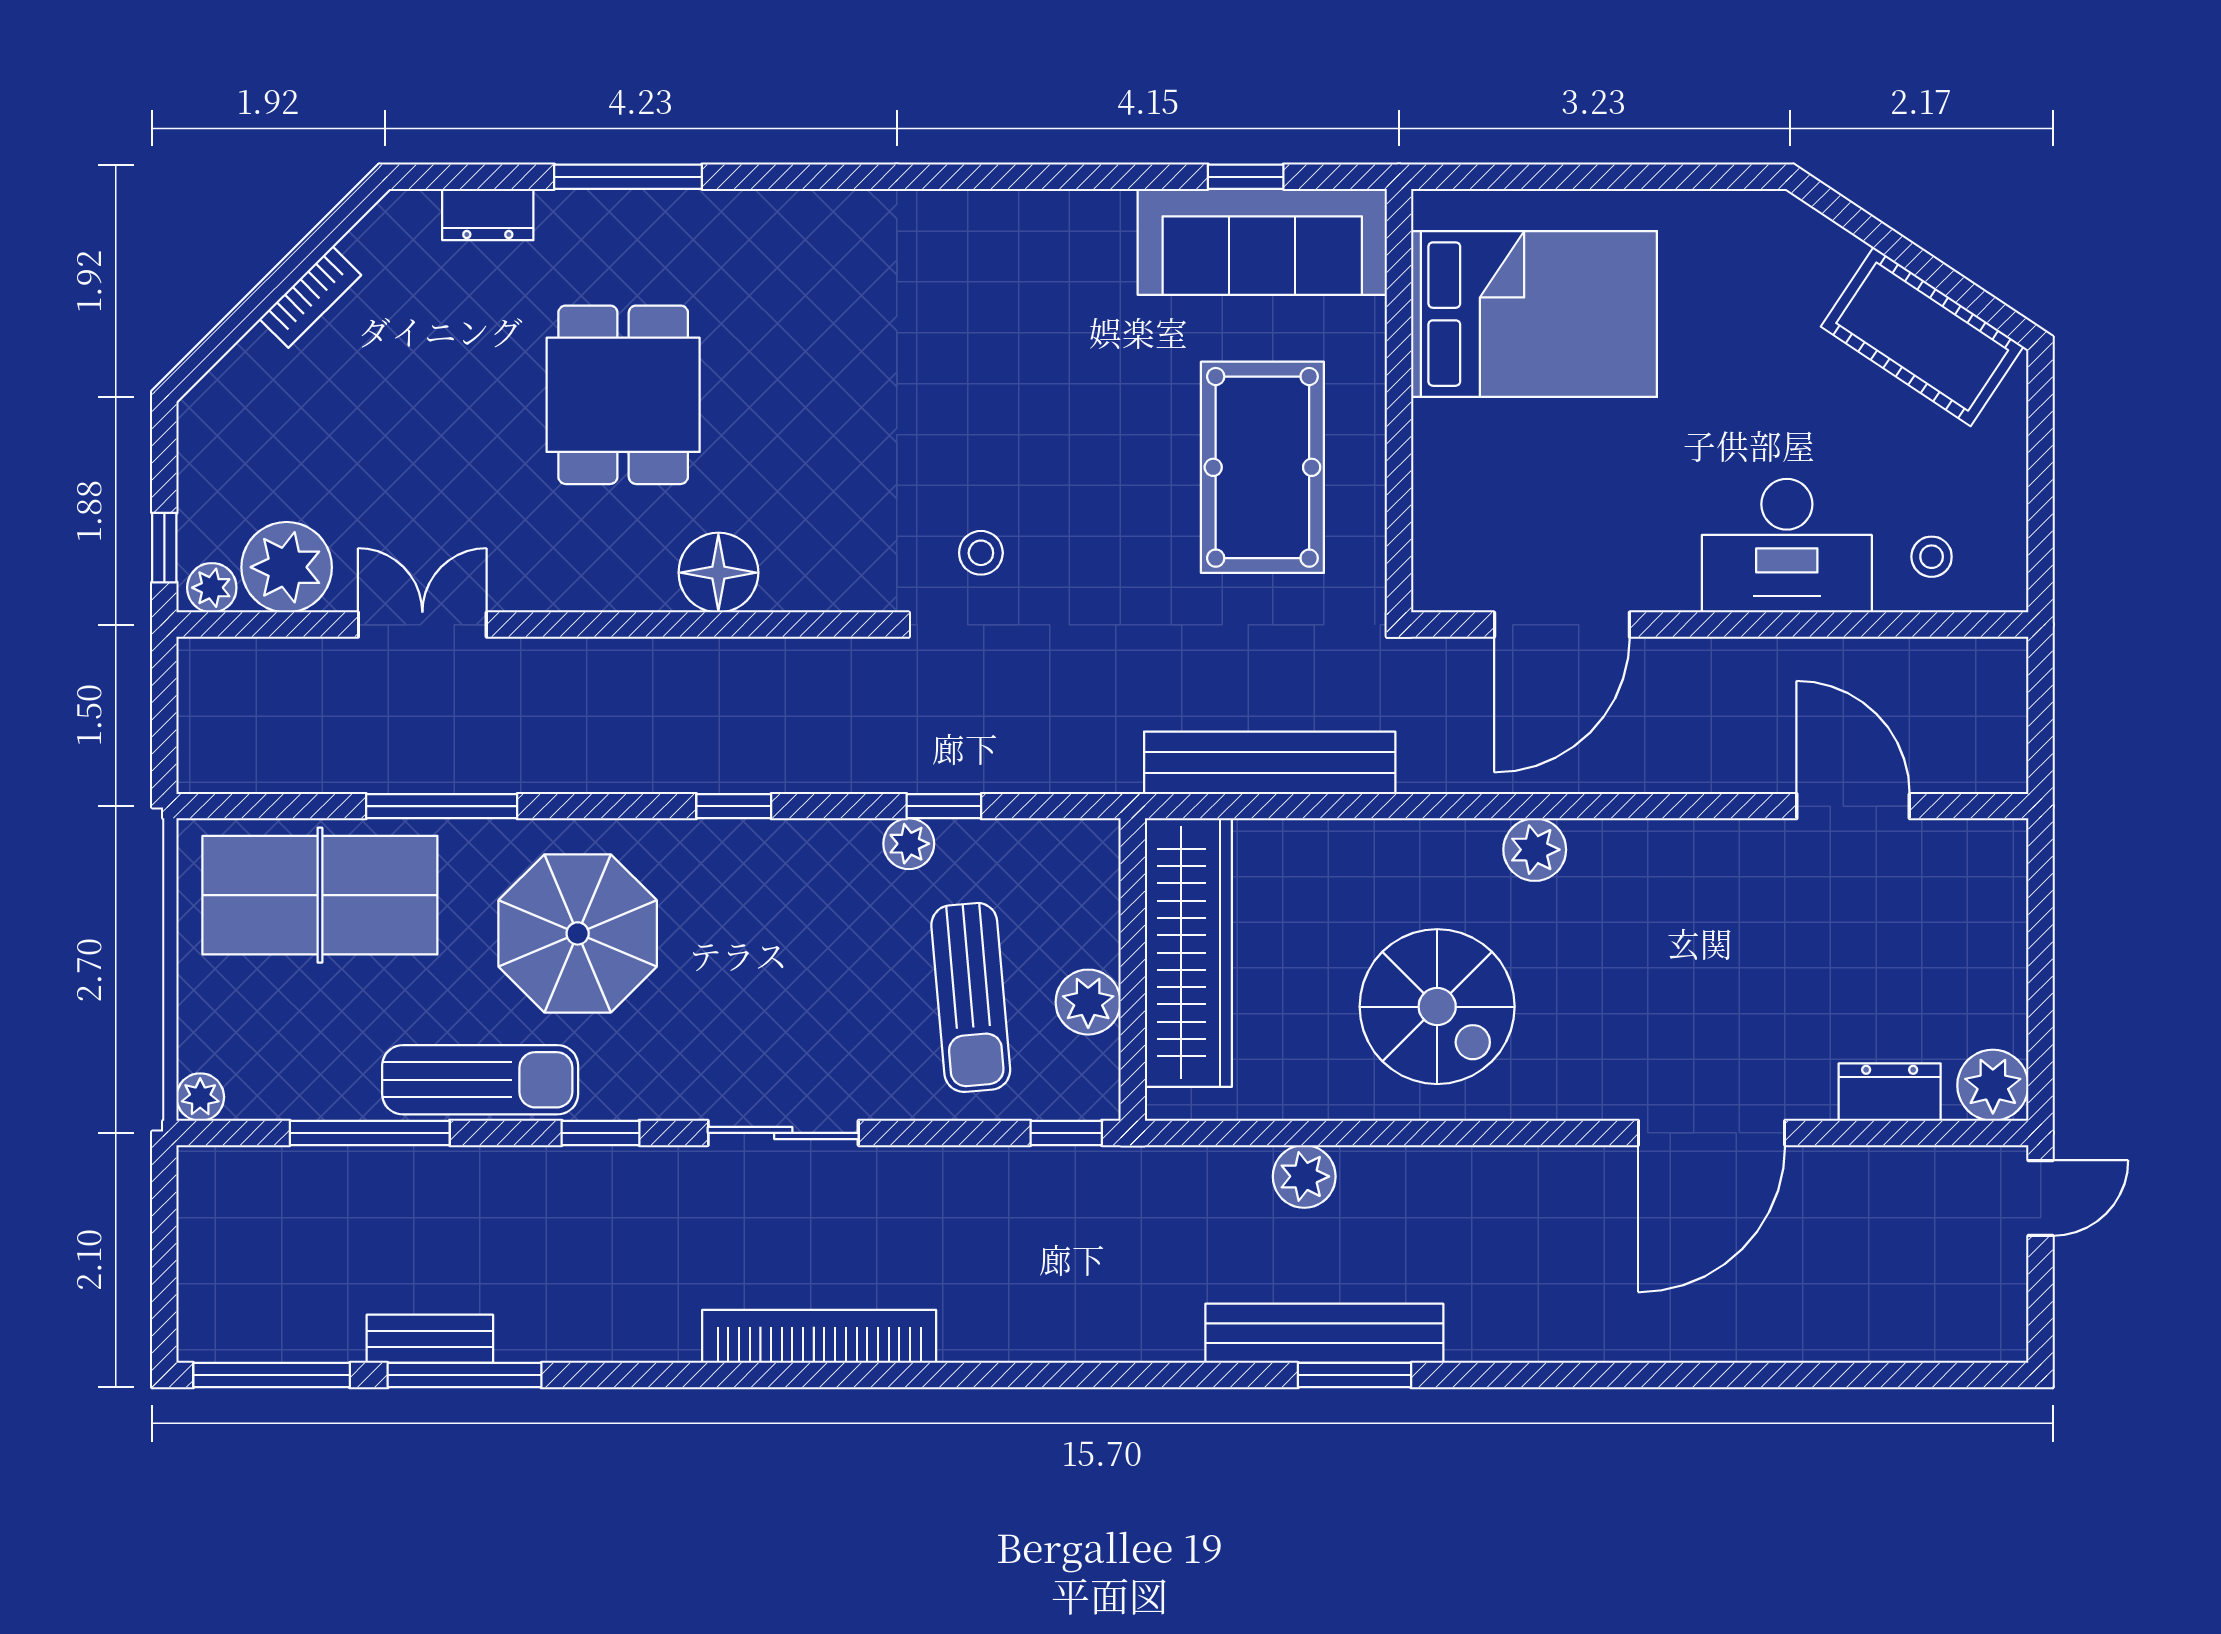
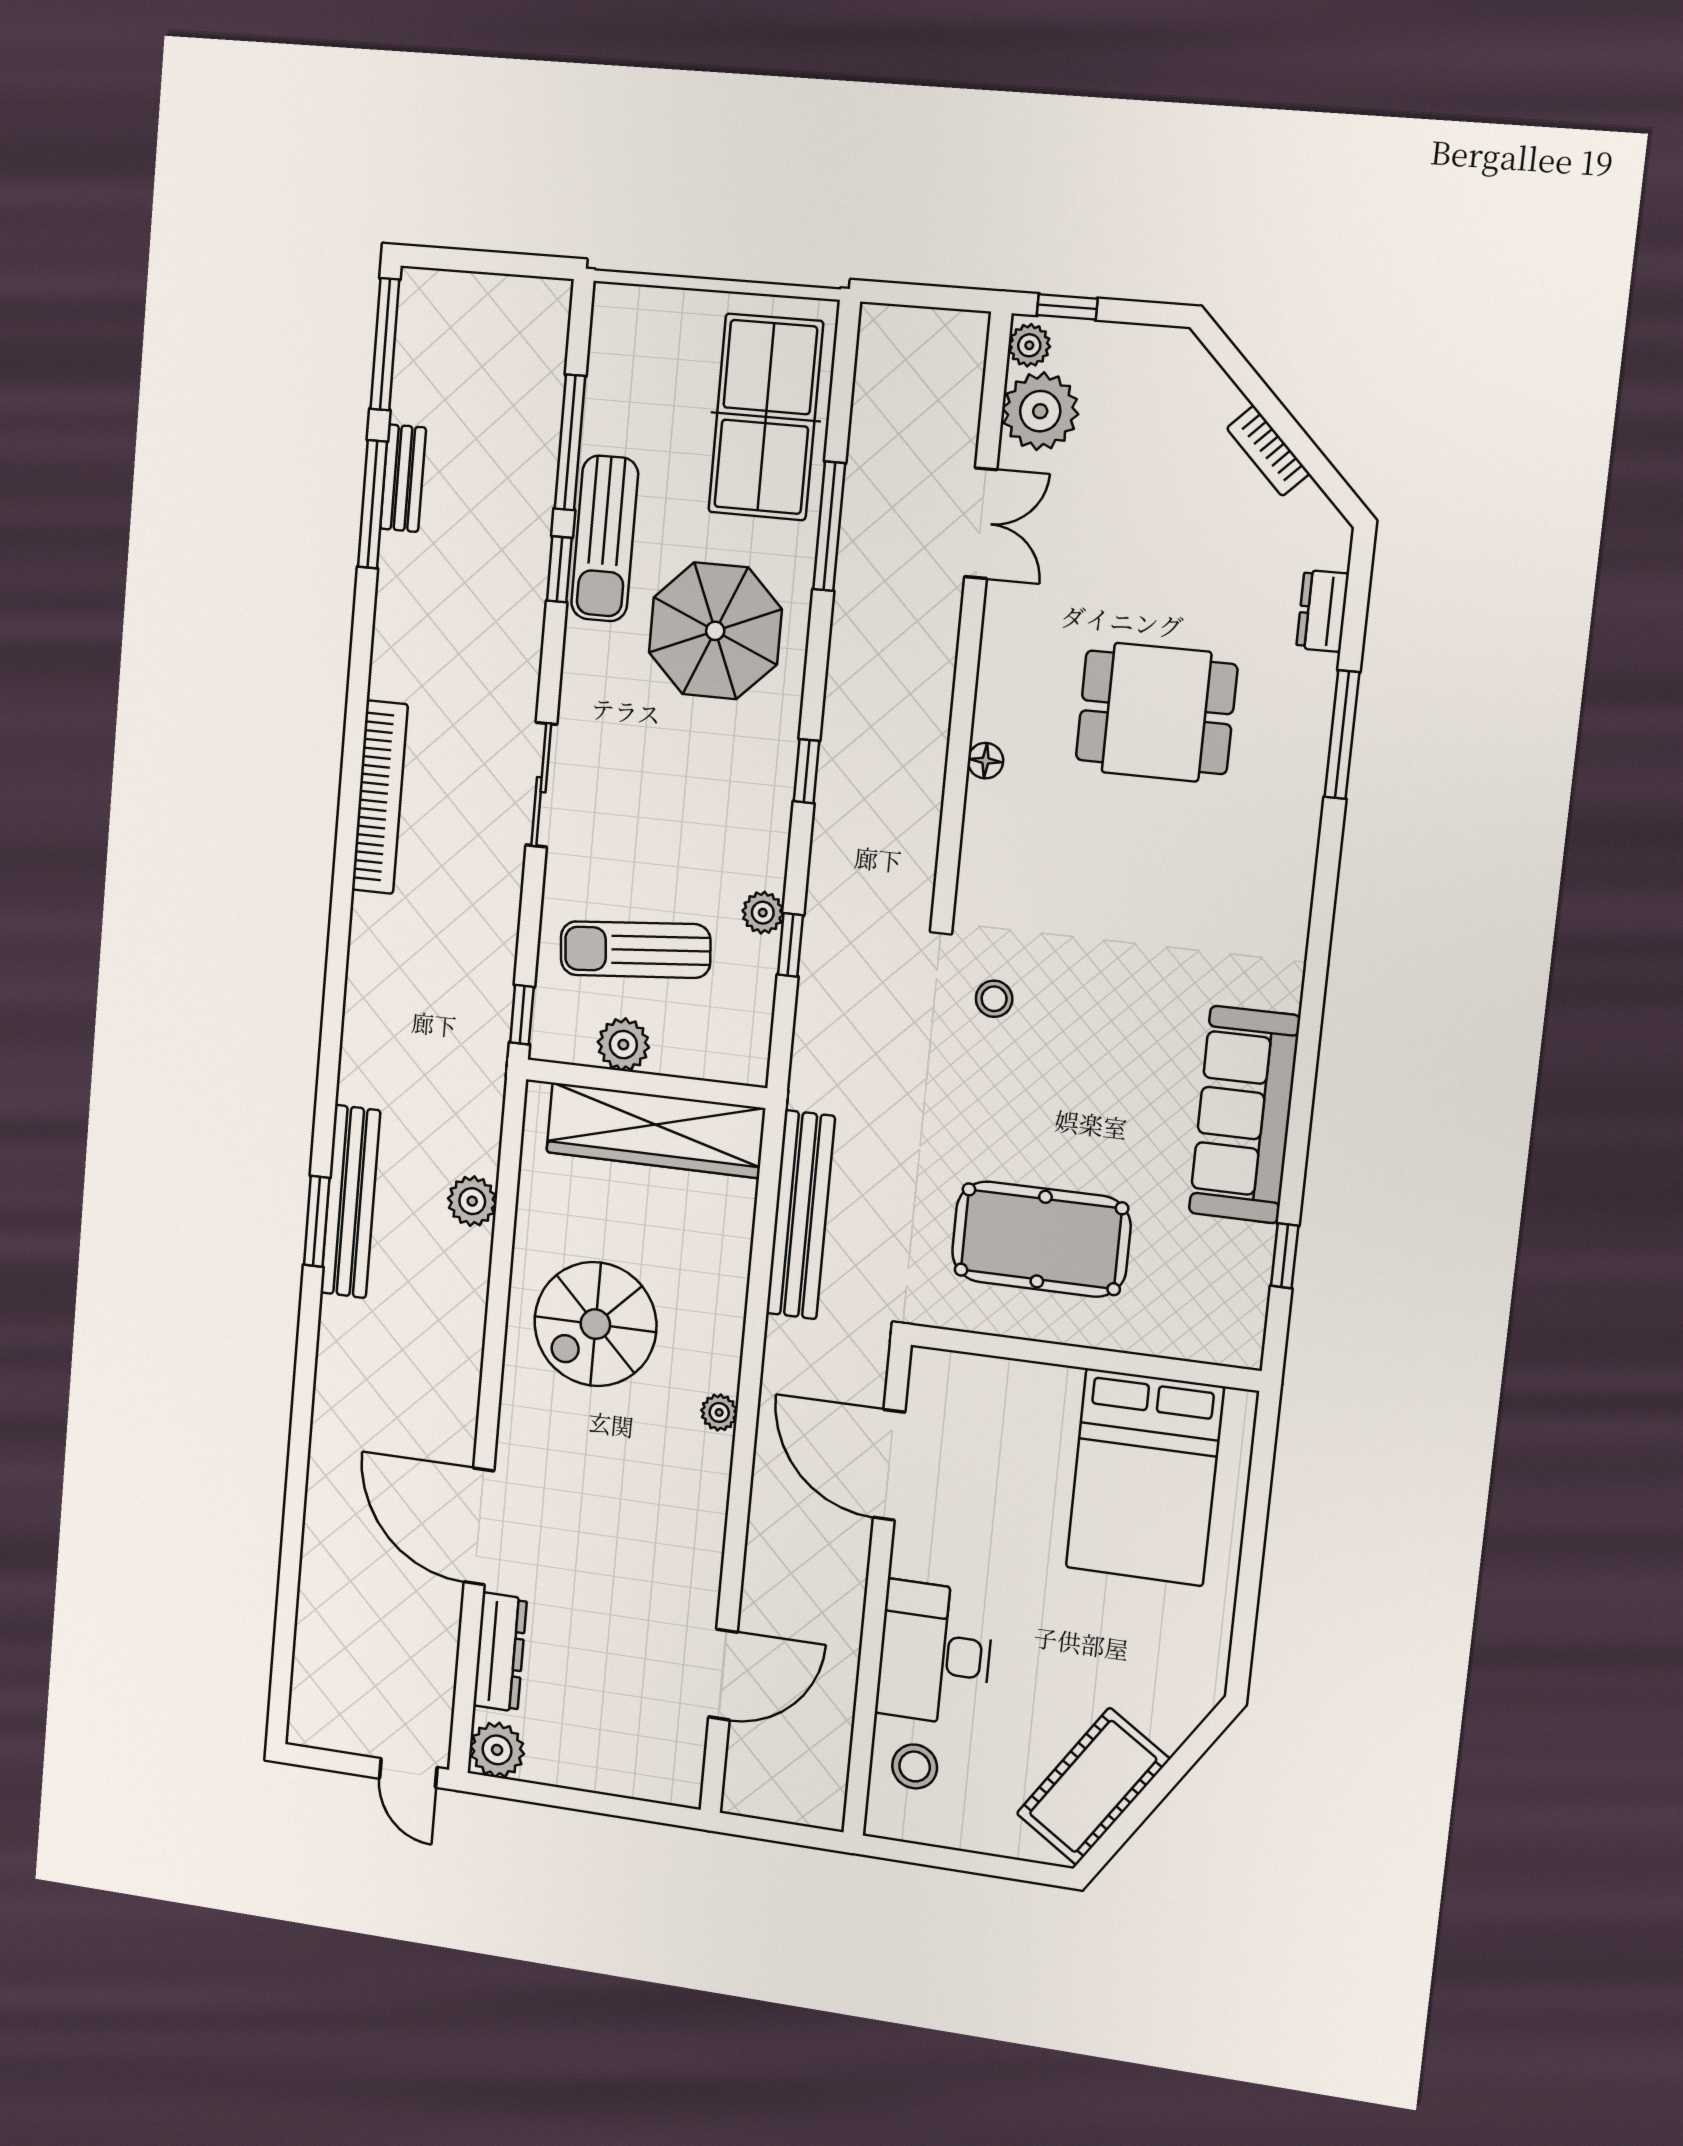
sofa: (1262, 242) -> (1244, 1115), moved
stool: (1932, 557) -> (915, 1766), width x1.37, depth x1.37
floor lamp: (718, 573) -> (985, 761), width x0.53, depth x0.53
plant: (1535, 850) -> (719, 1412), width x0.73, depth x0.73
dresser: (1890, 1092) -> (500, 1652), width x1.44
plant: (200, 1097) -> (611, 302), removed
window: (600, 1133) -> (559, 569), moved

